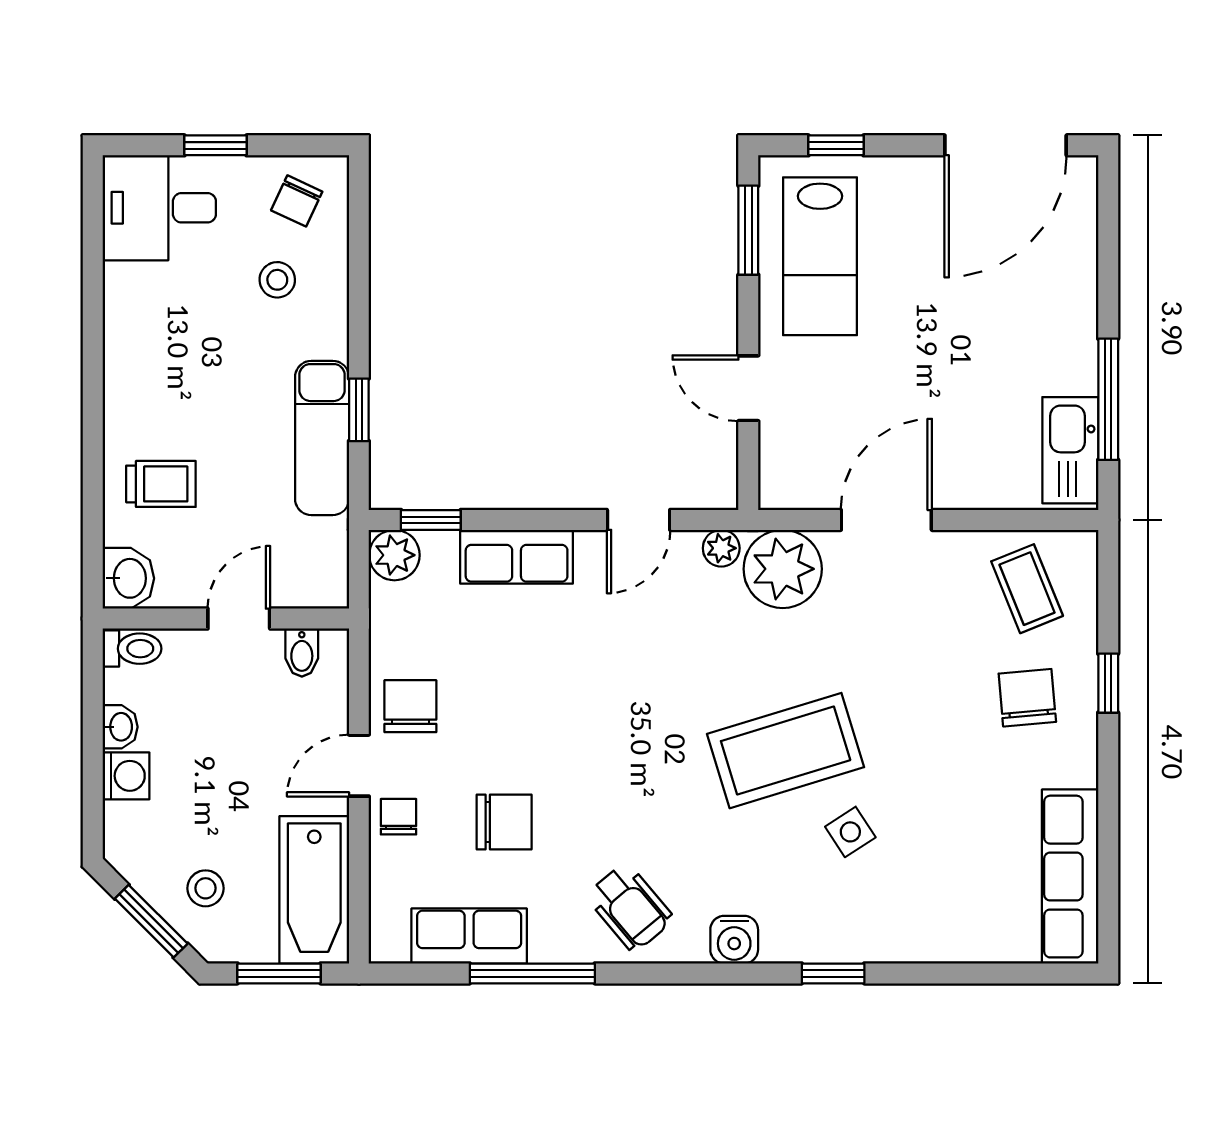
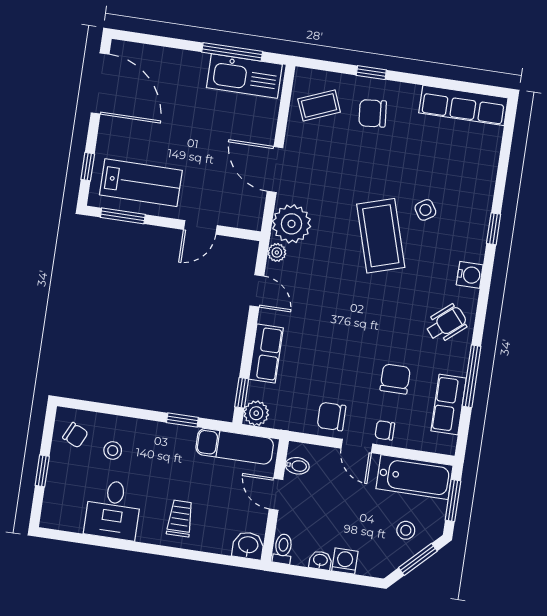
desk: (159, 208) -> (113, 510), moved
exam couch: (322, 438) -> (235, 446), moved
kitchen sink: (1070, 450) -> (244, 76), width x1.36, depth x1.24
trolley: (161, 484) -> (180, 518), moved

